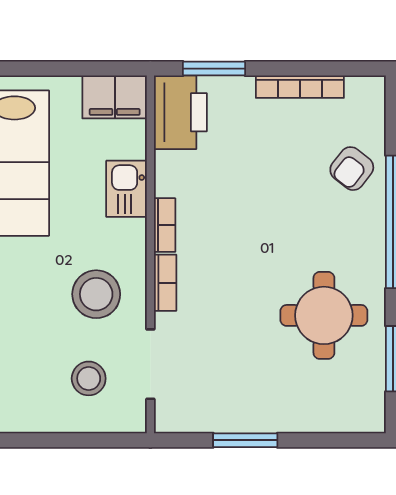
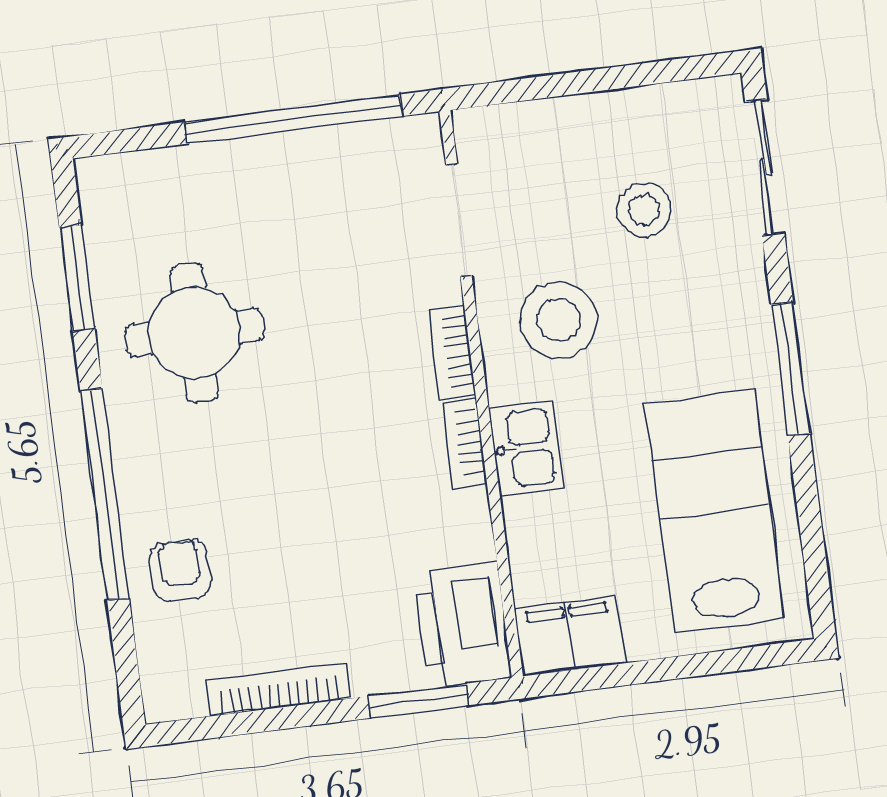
armchair: (352, 169) -> (180, 570), turned -38
kitchen sink: (127, 189) -> (526, 448), moved
stool: (89, 378) -> (644, 210), moved
window: (245, 440) -> (293, 119), width x2.11

